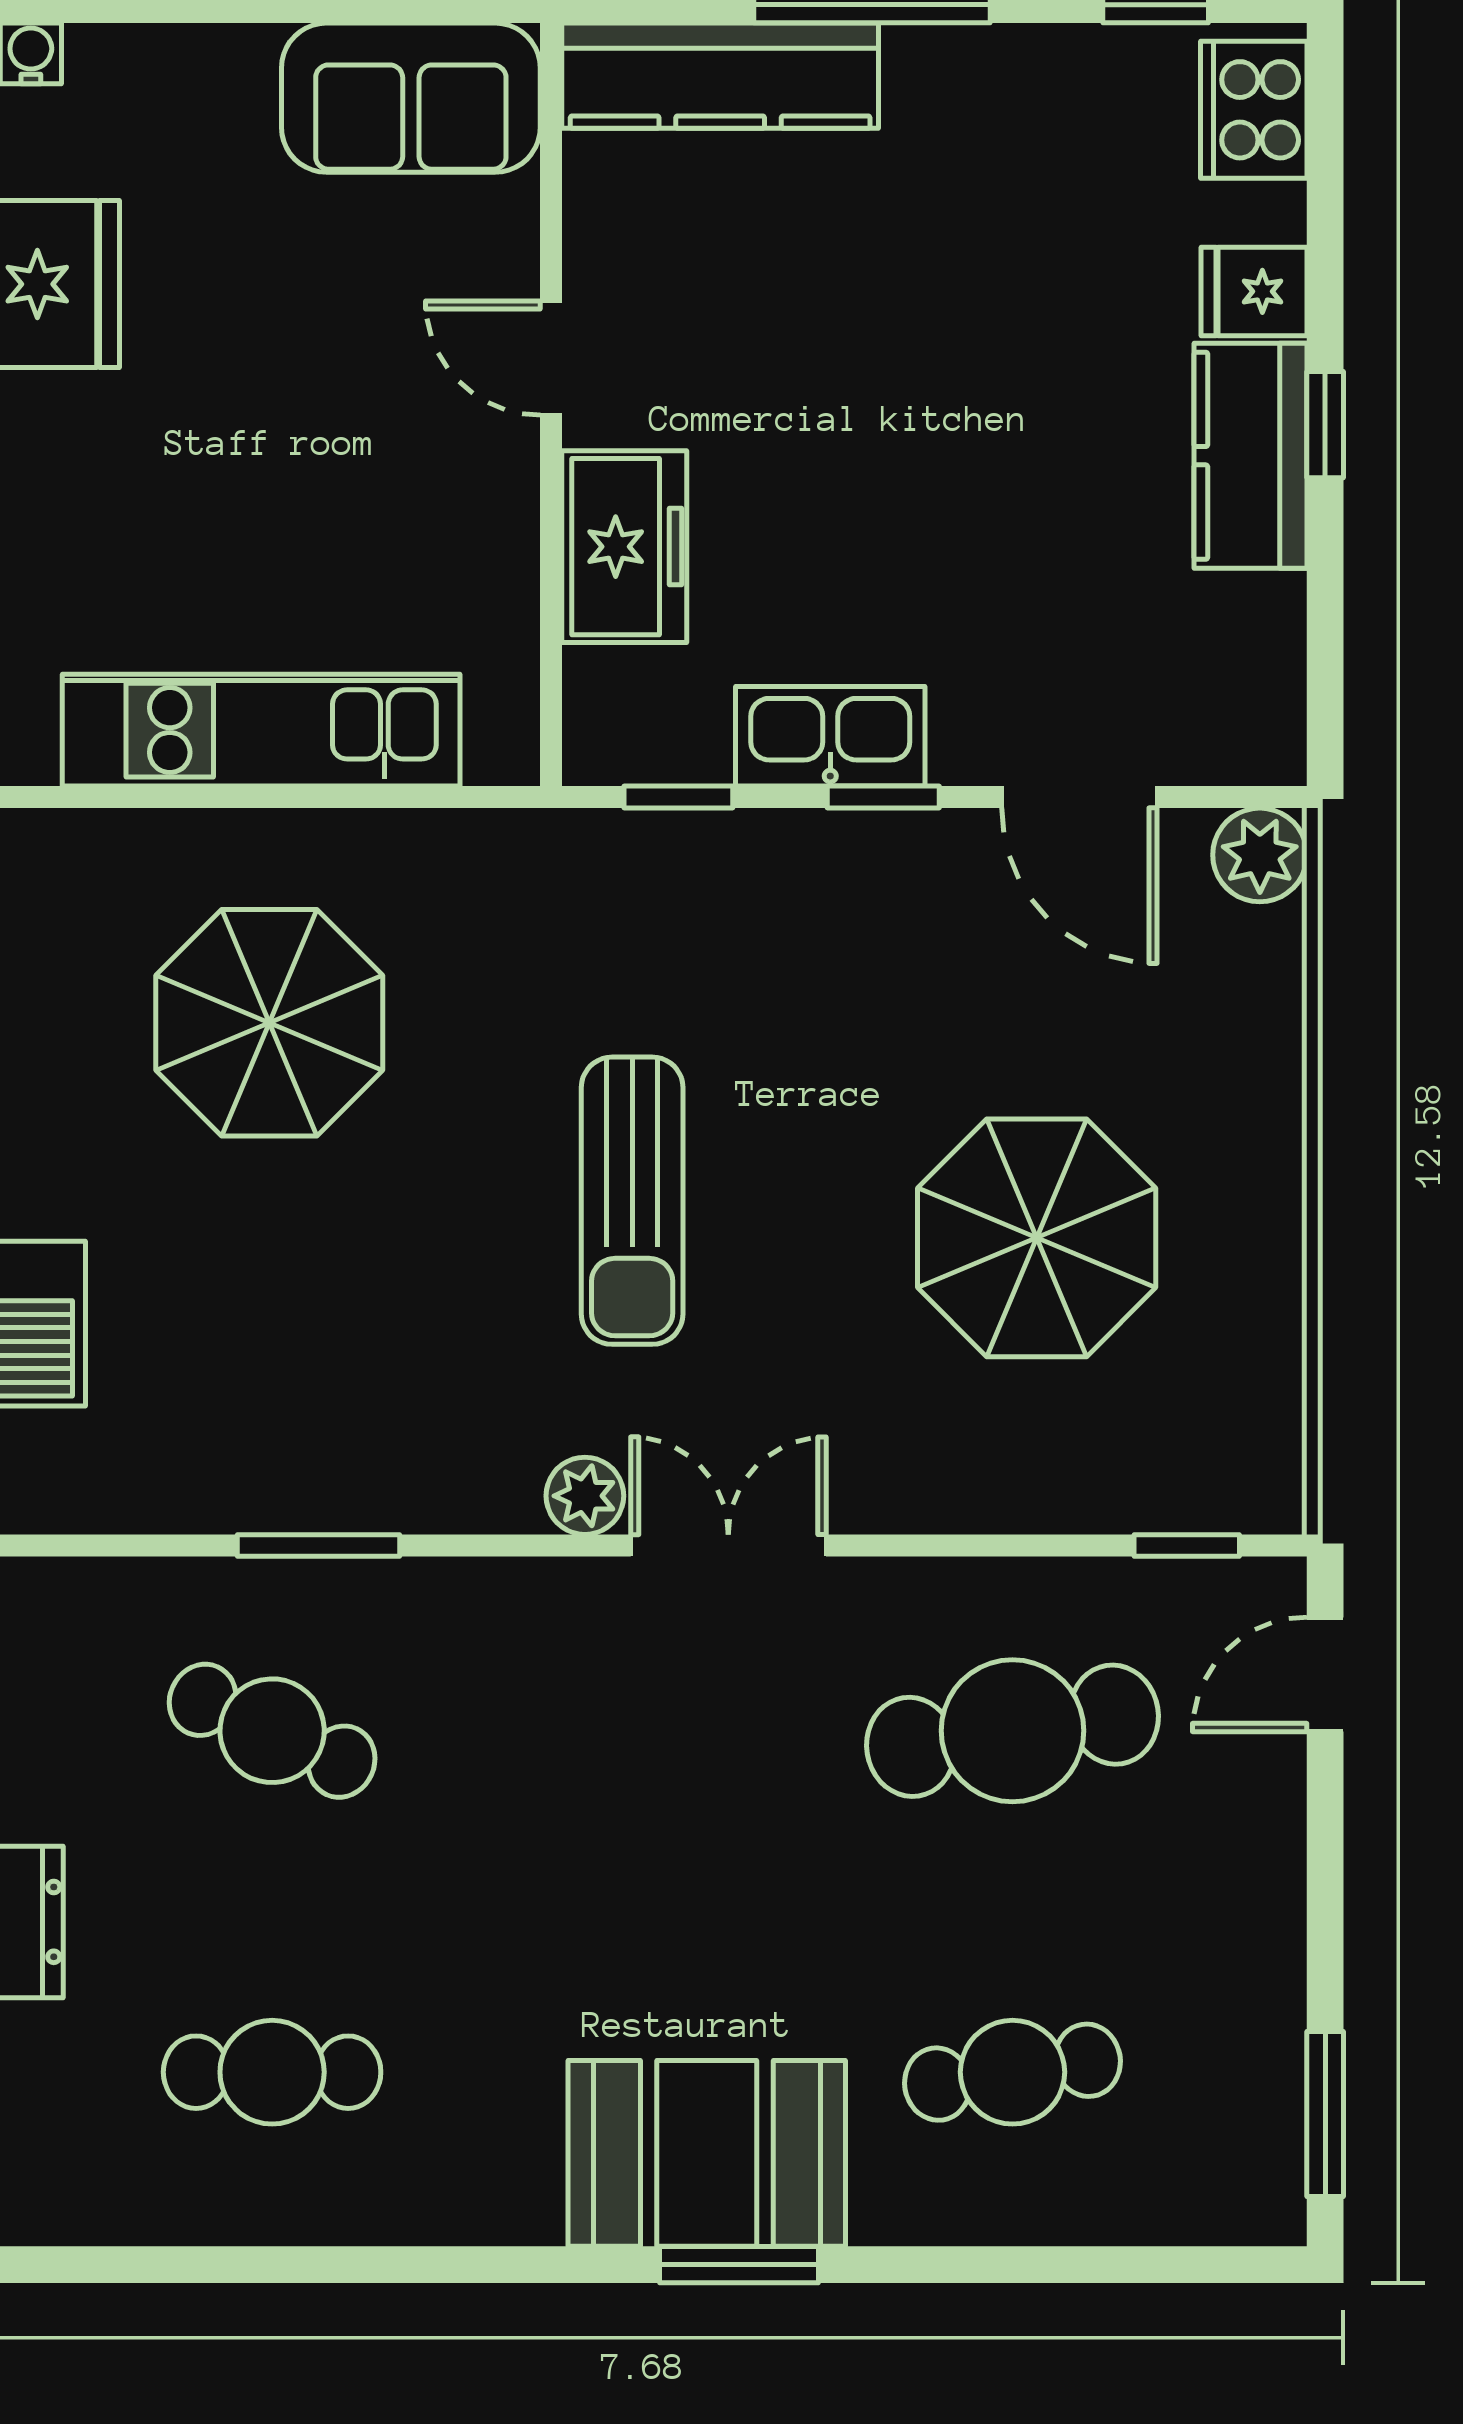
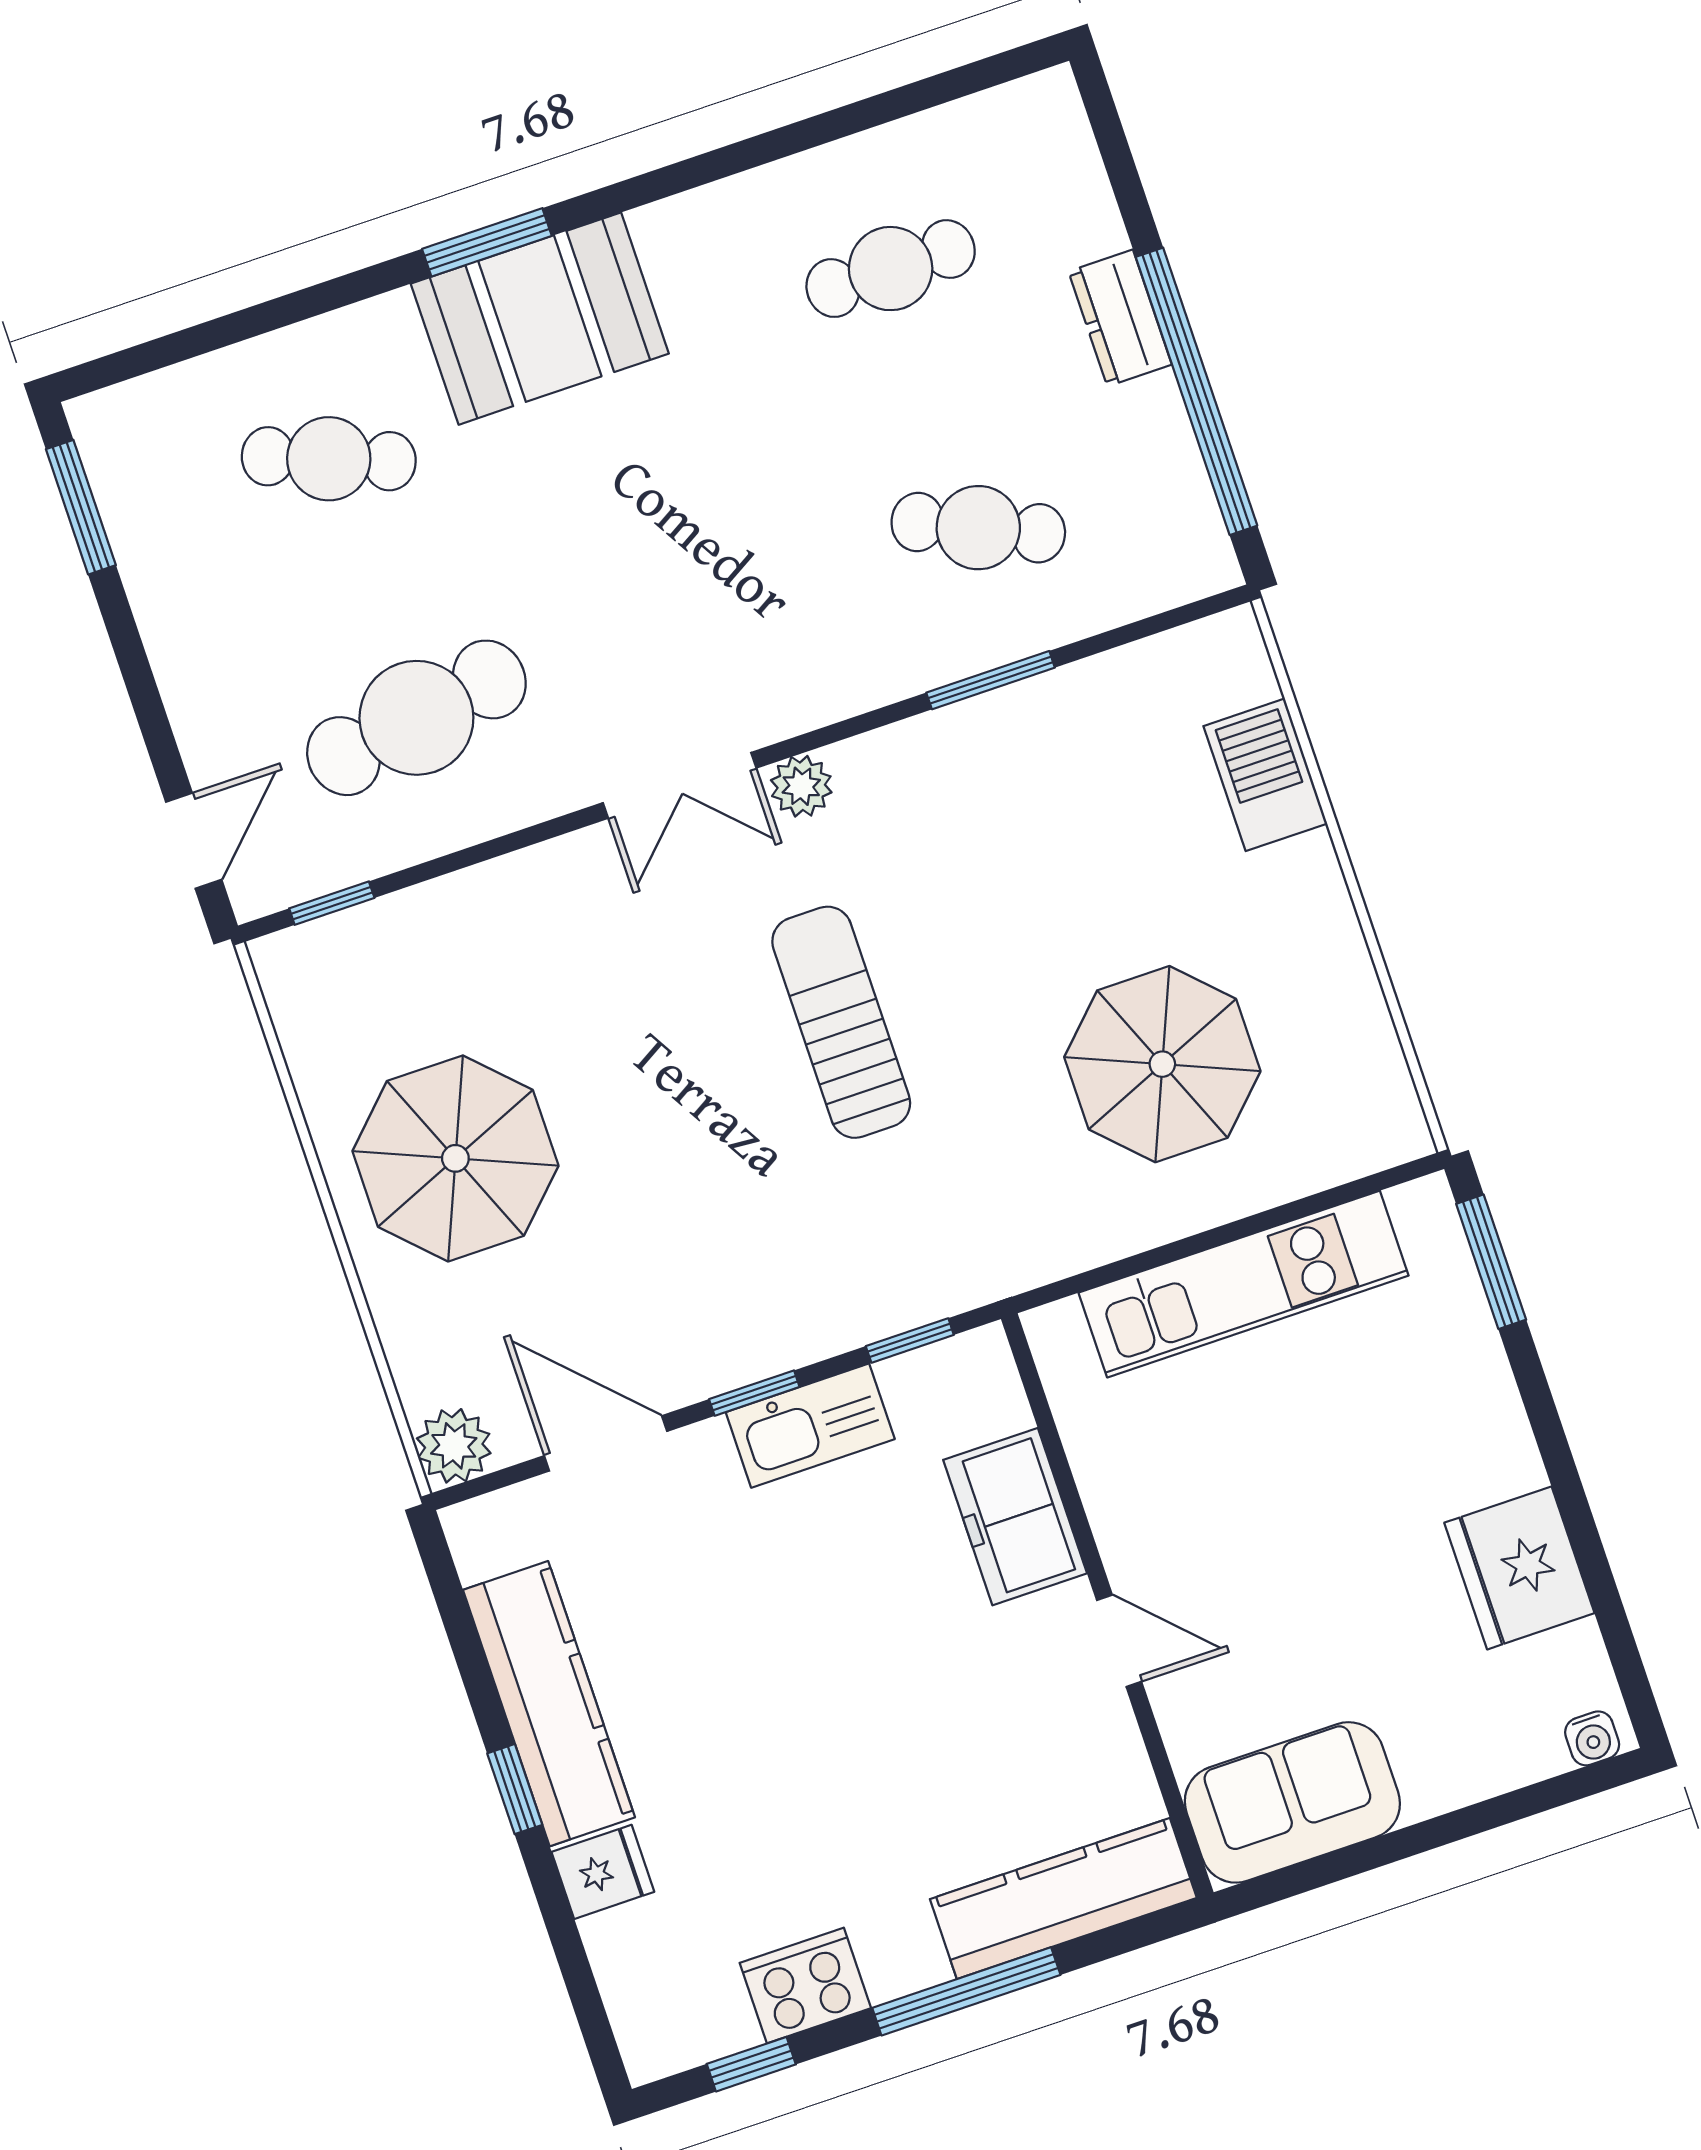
cooker: (1254, 110) -> (805, 1986), moved, turned -90
kitchen counter: (1250, 456) -> (549, 1704), width x1.50
parasol: (1037, 1238) -> (455, 1158), moved
cafe table: (1012, 2072) -> (329, 459), turned 30

